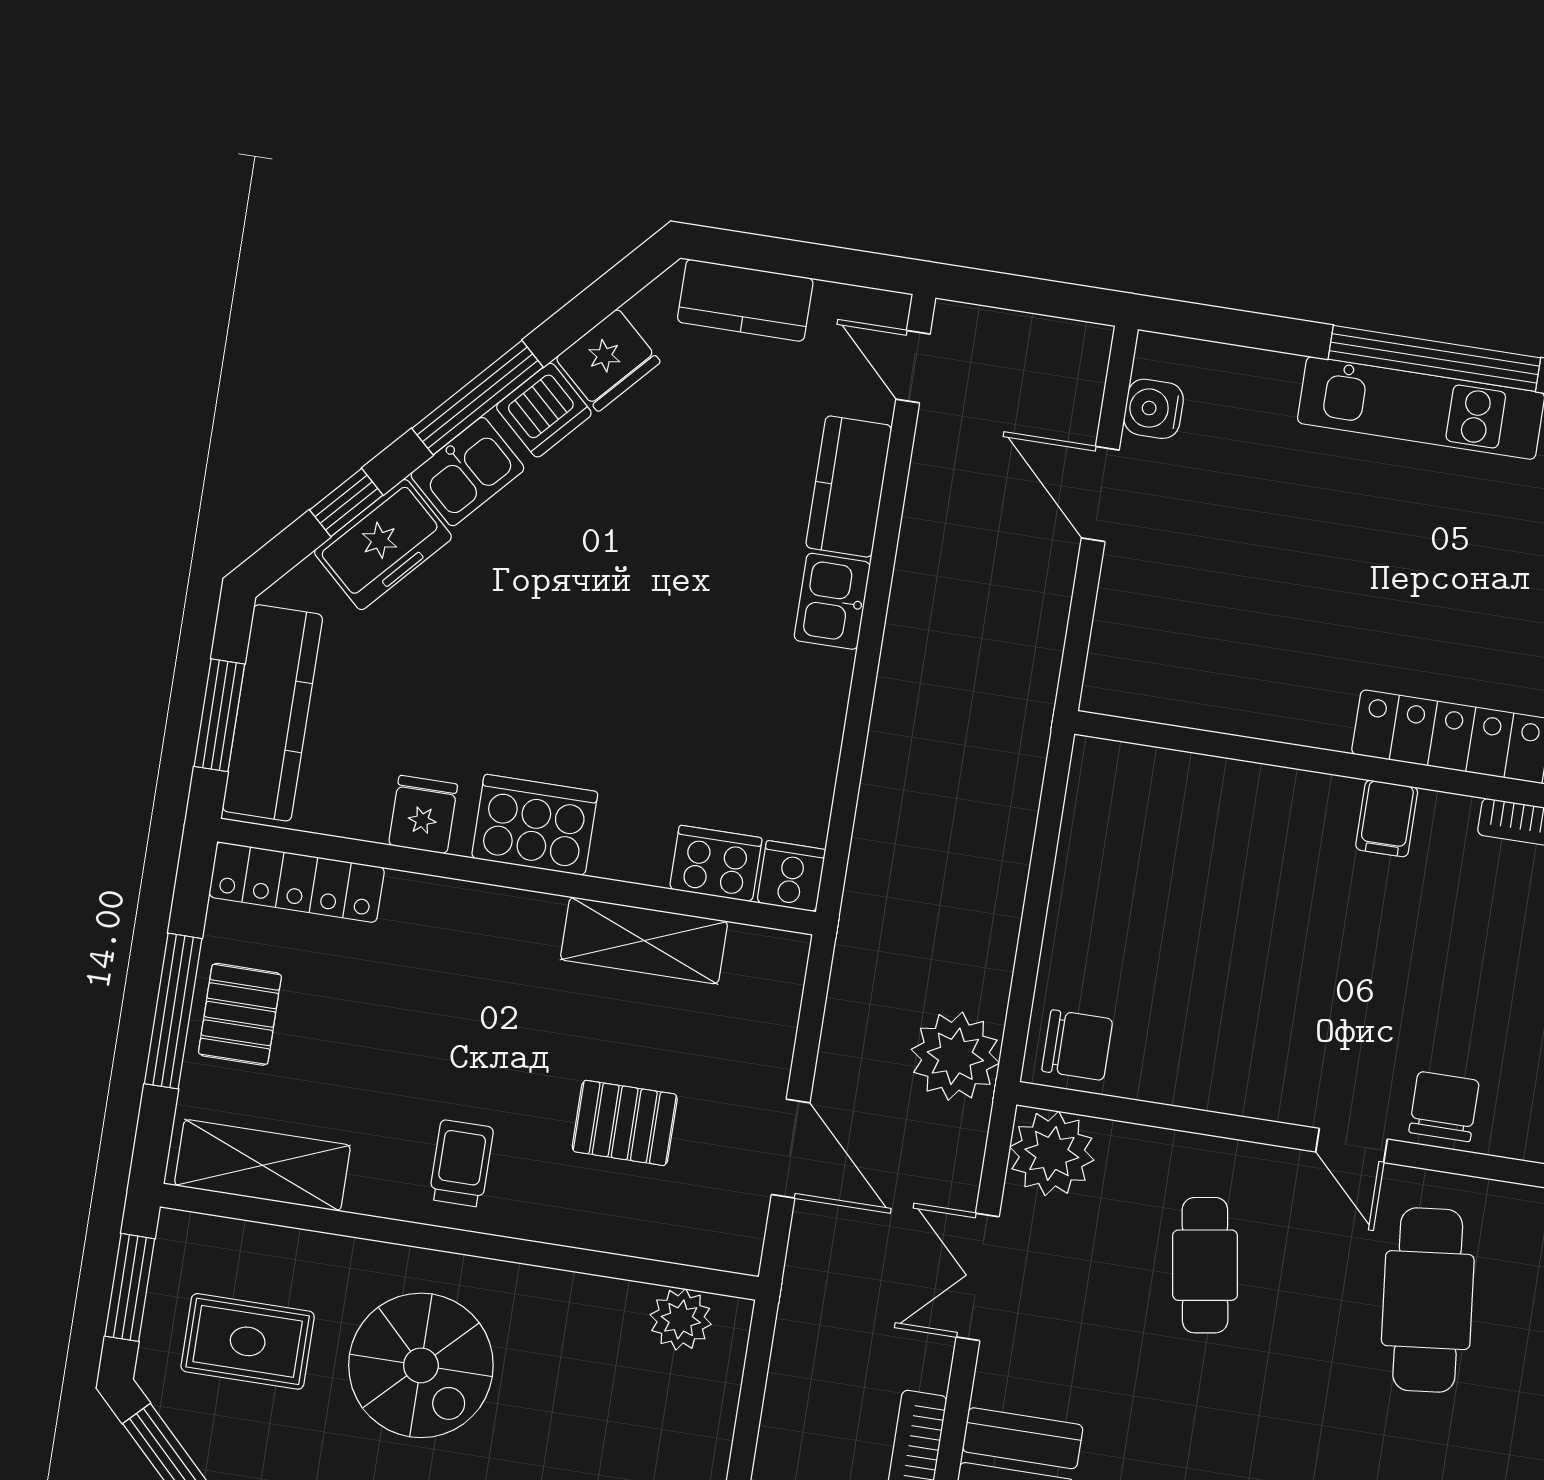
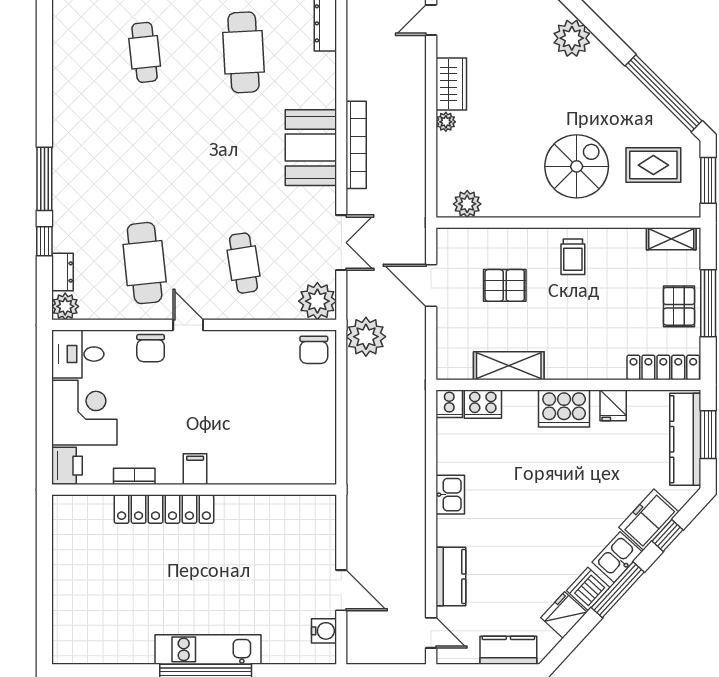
kitchen sink: (832, 601) -> (450, 495), moved
chair: (1077, 1045) -> (314, 350), turned -90
shelving: (262, 1165) -> (671, 239), width x0.67, depth x0.75
spiral stairs: (421, 1365) -> (577, 166), turned 90

